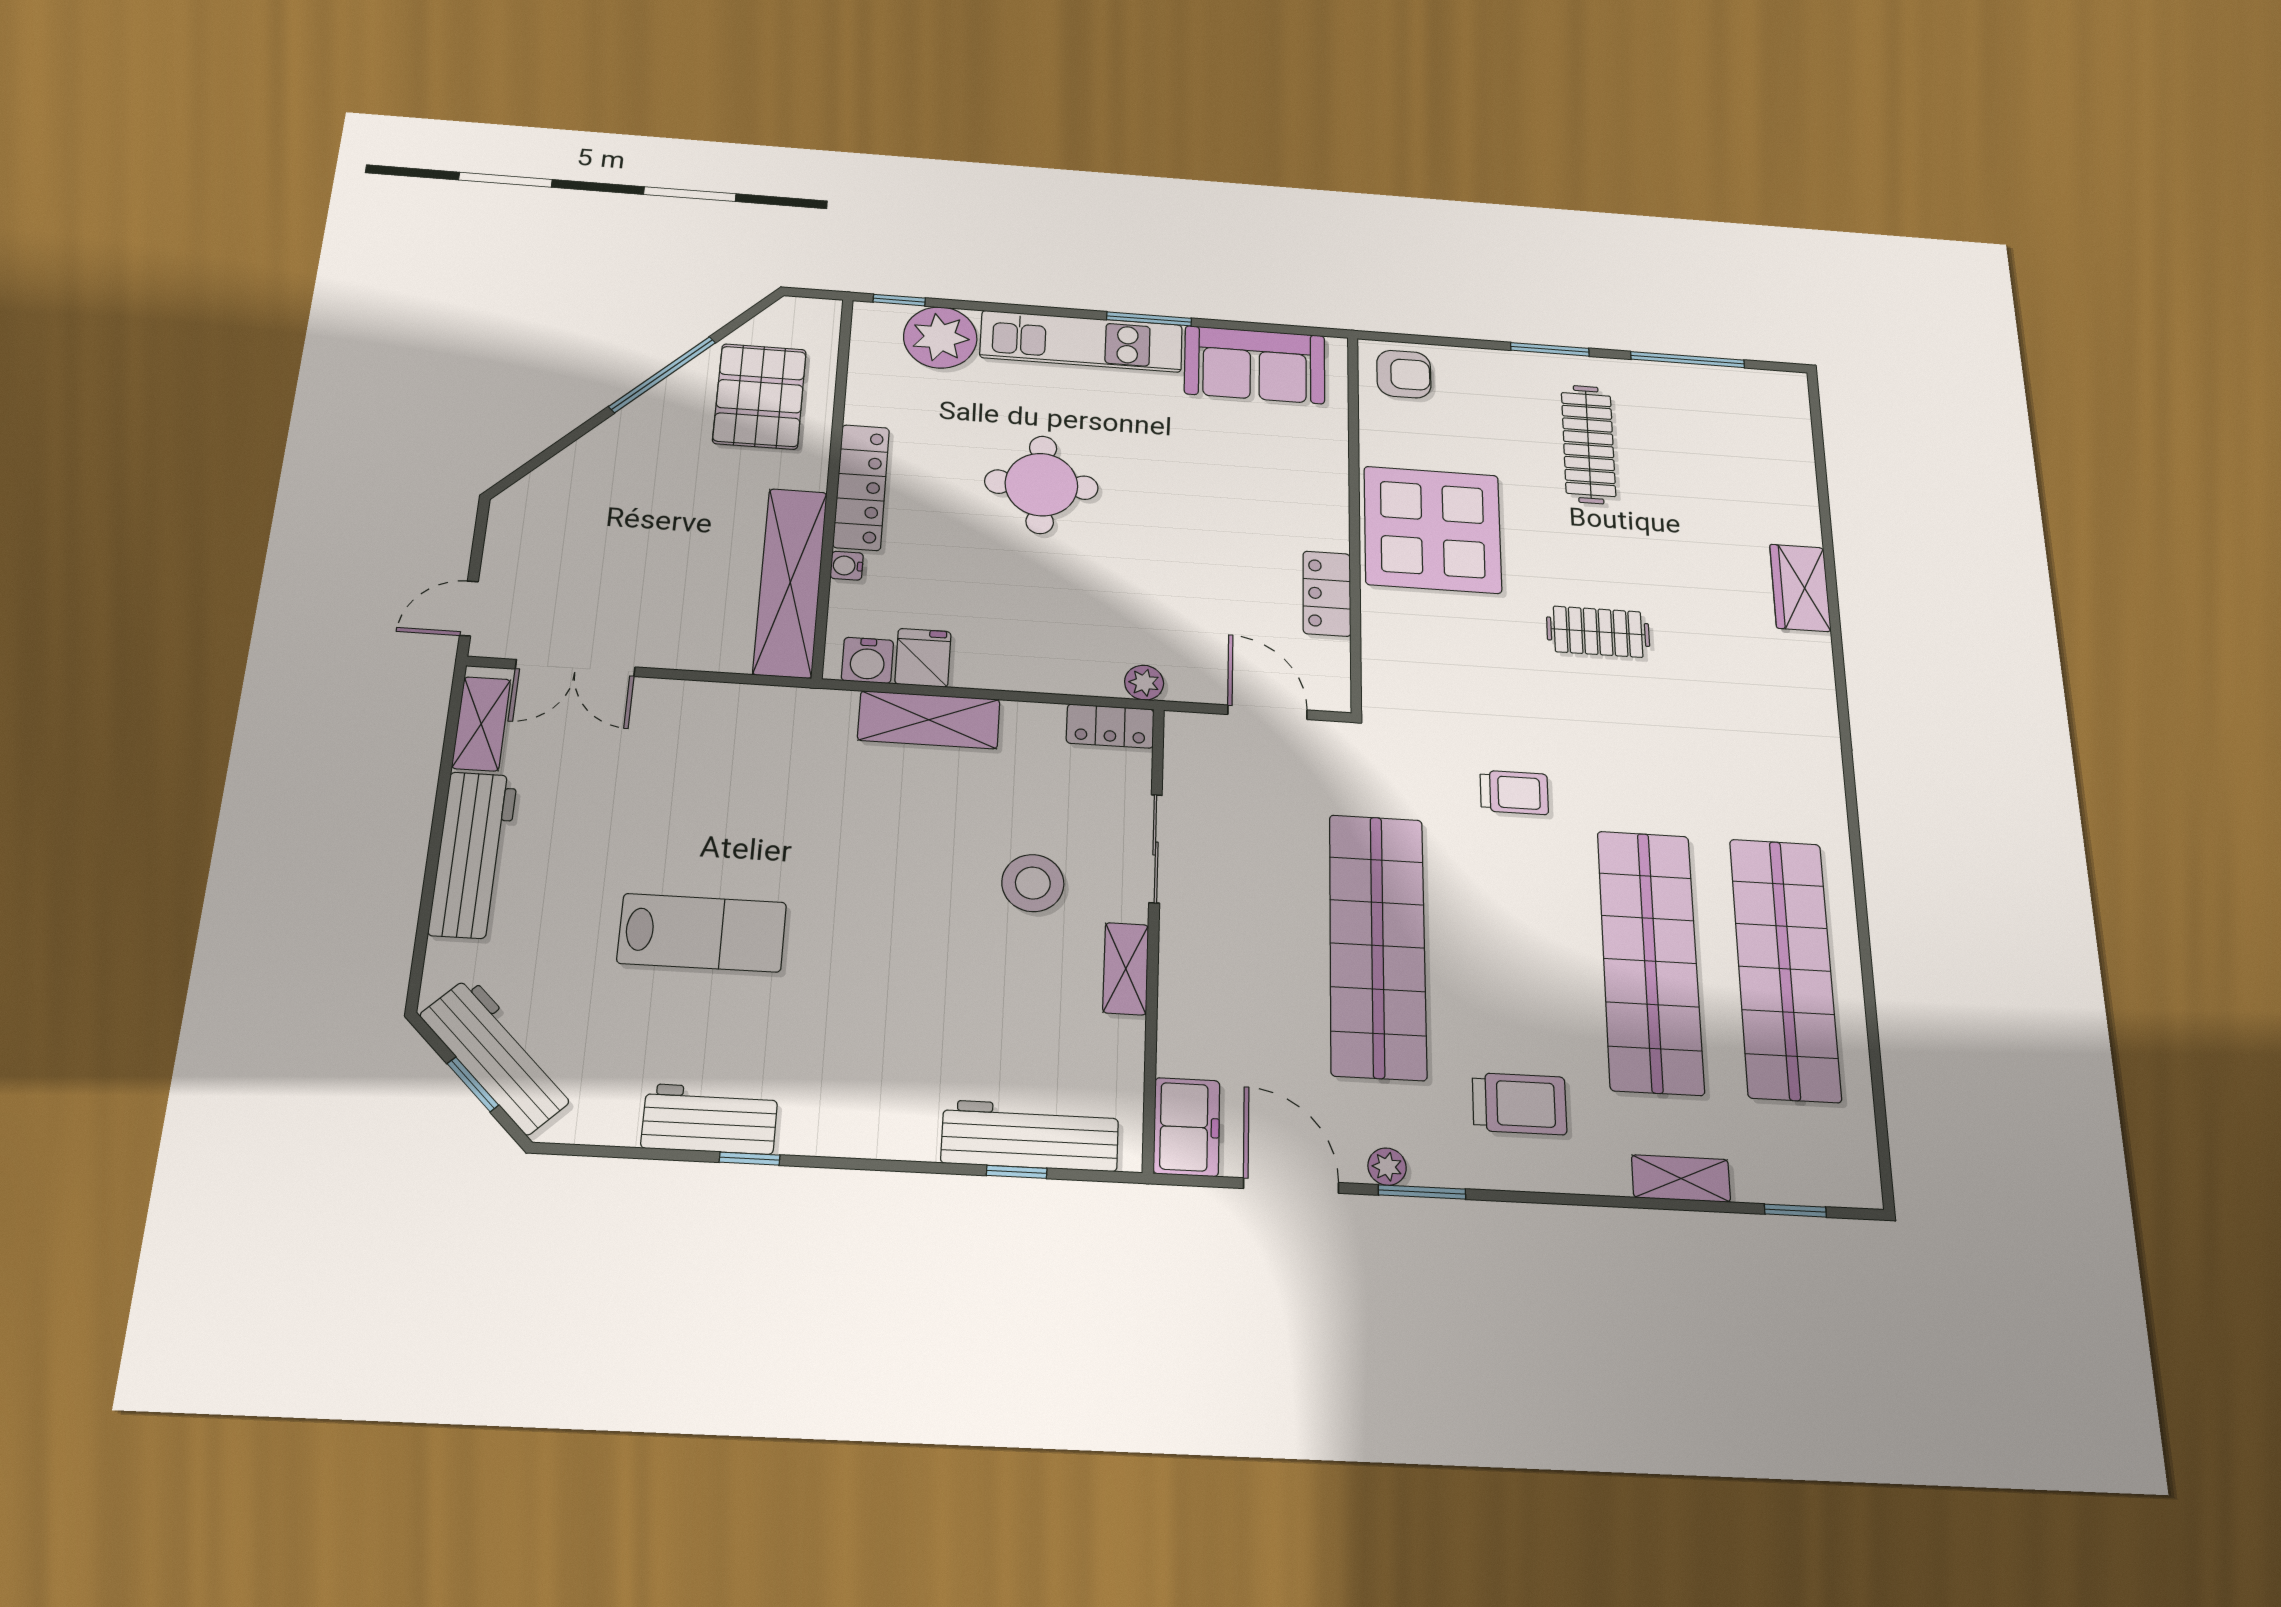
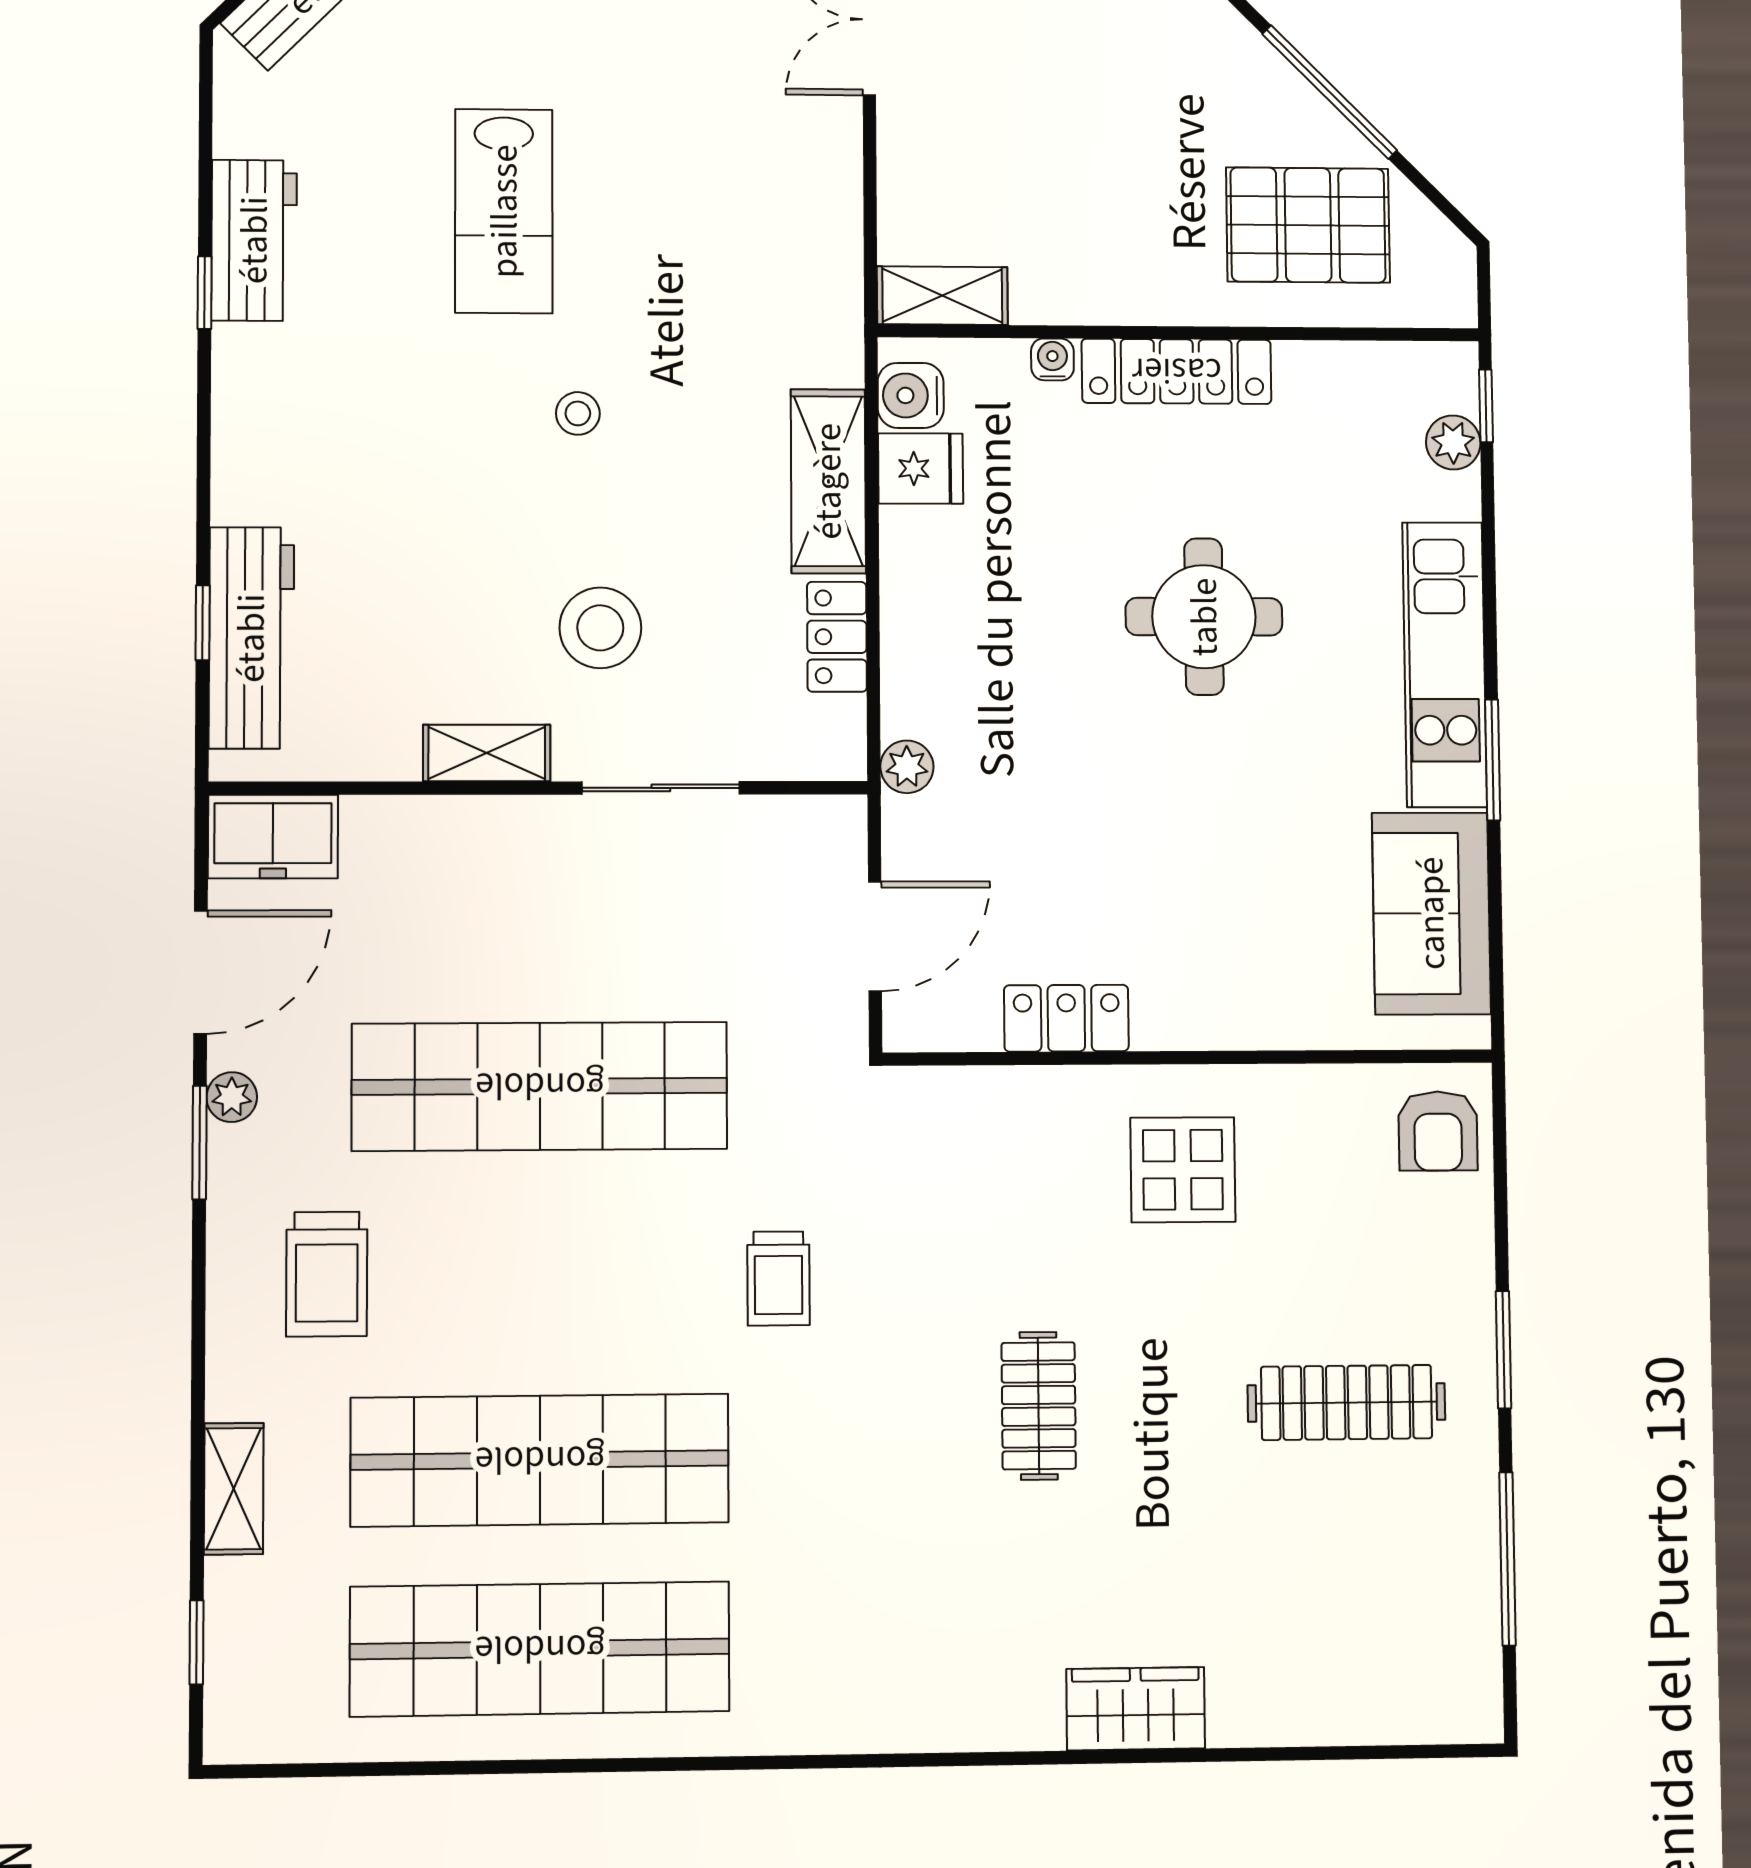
plant: (940, 337) -> (1453, 442), width x0.53, depth x0.53
display table: (1432, 530) -> (1183, 1170), width x0.54, depth x0.54
shelving: (790, 582) -> (942, 296), width x0.45, depth x0.75
locker: (1110, 726) -> (837, 637), moved
stool: (866, 889) -> (578, 413), added

